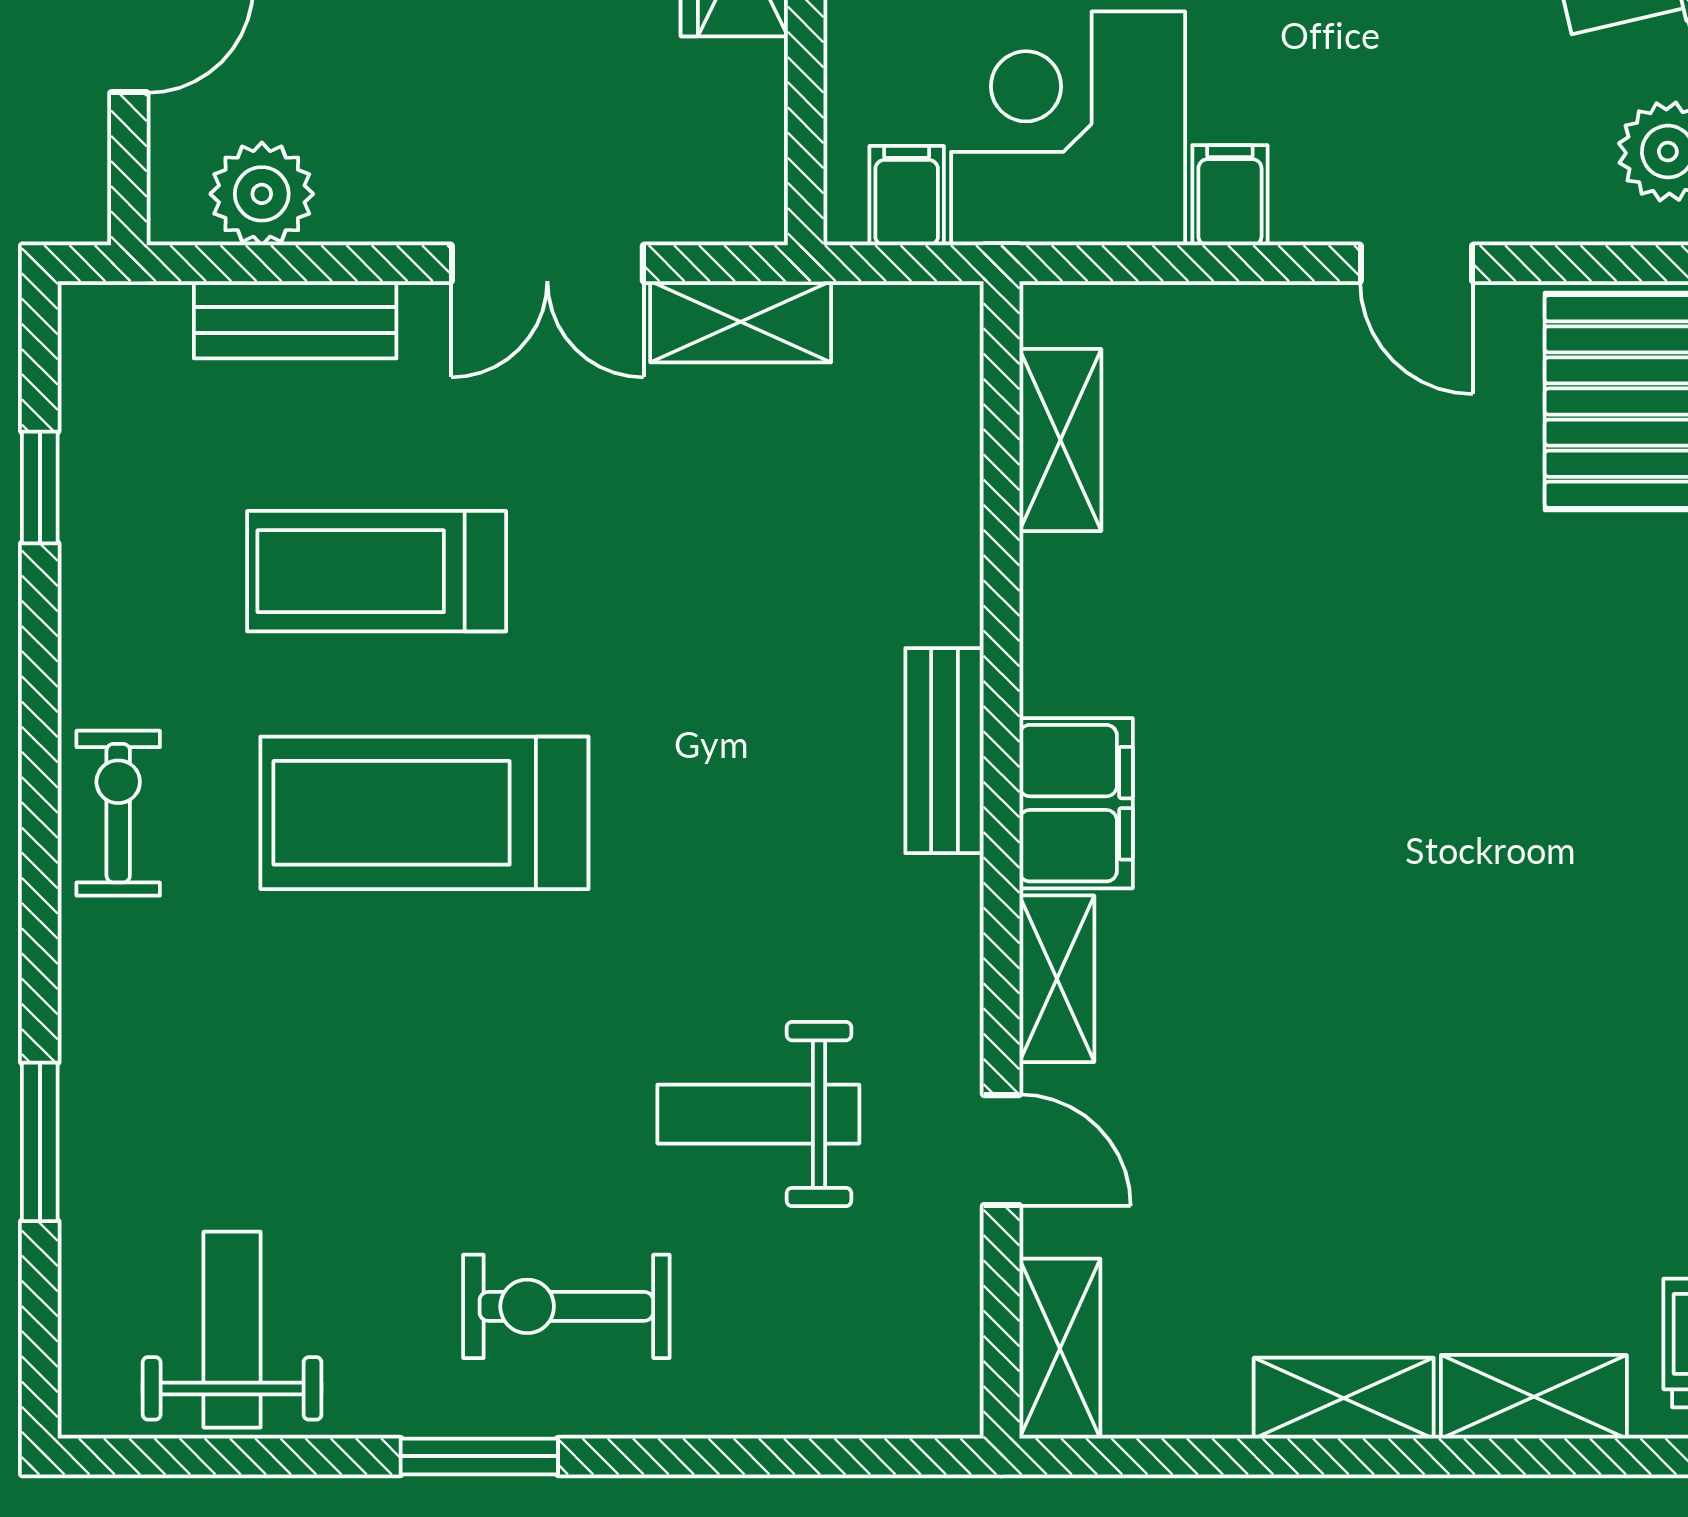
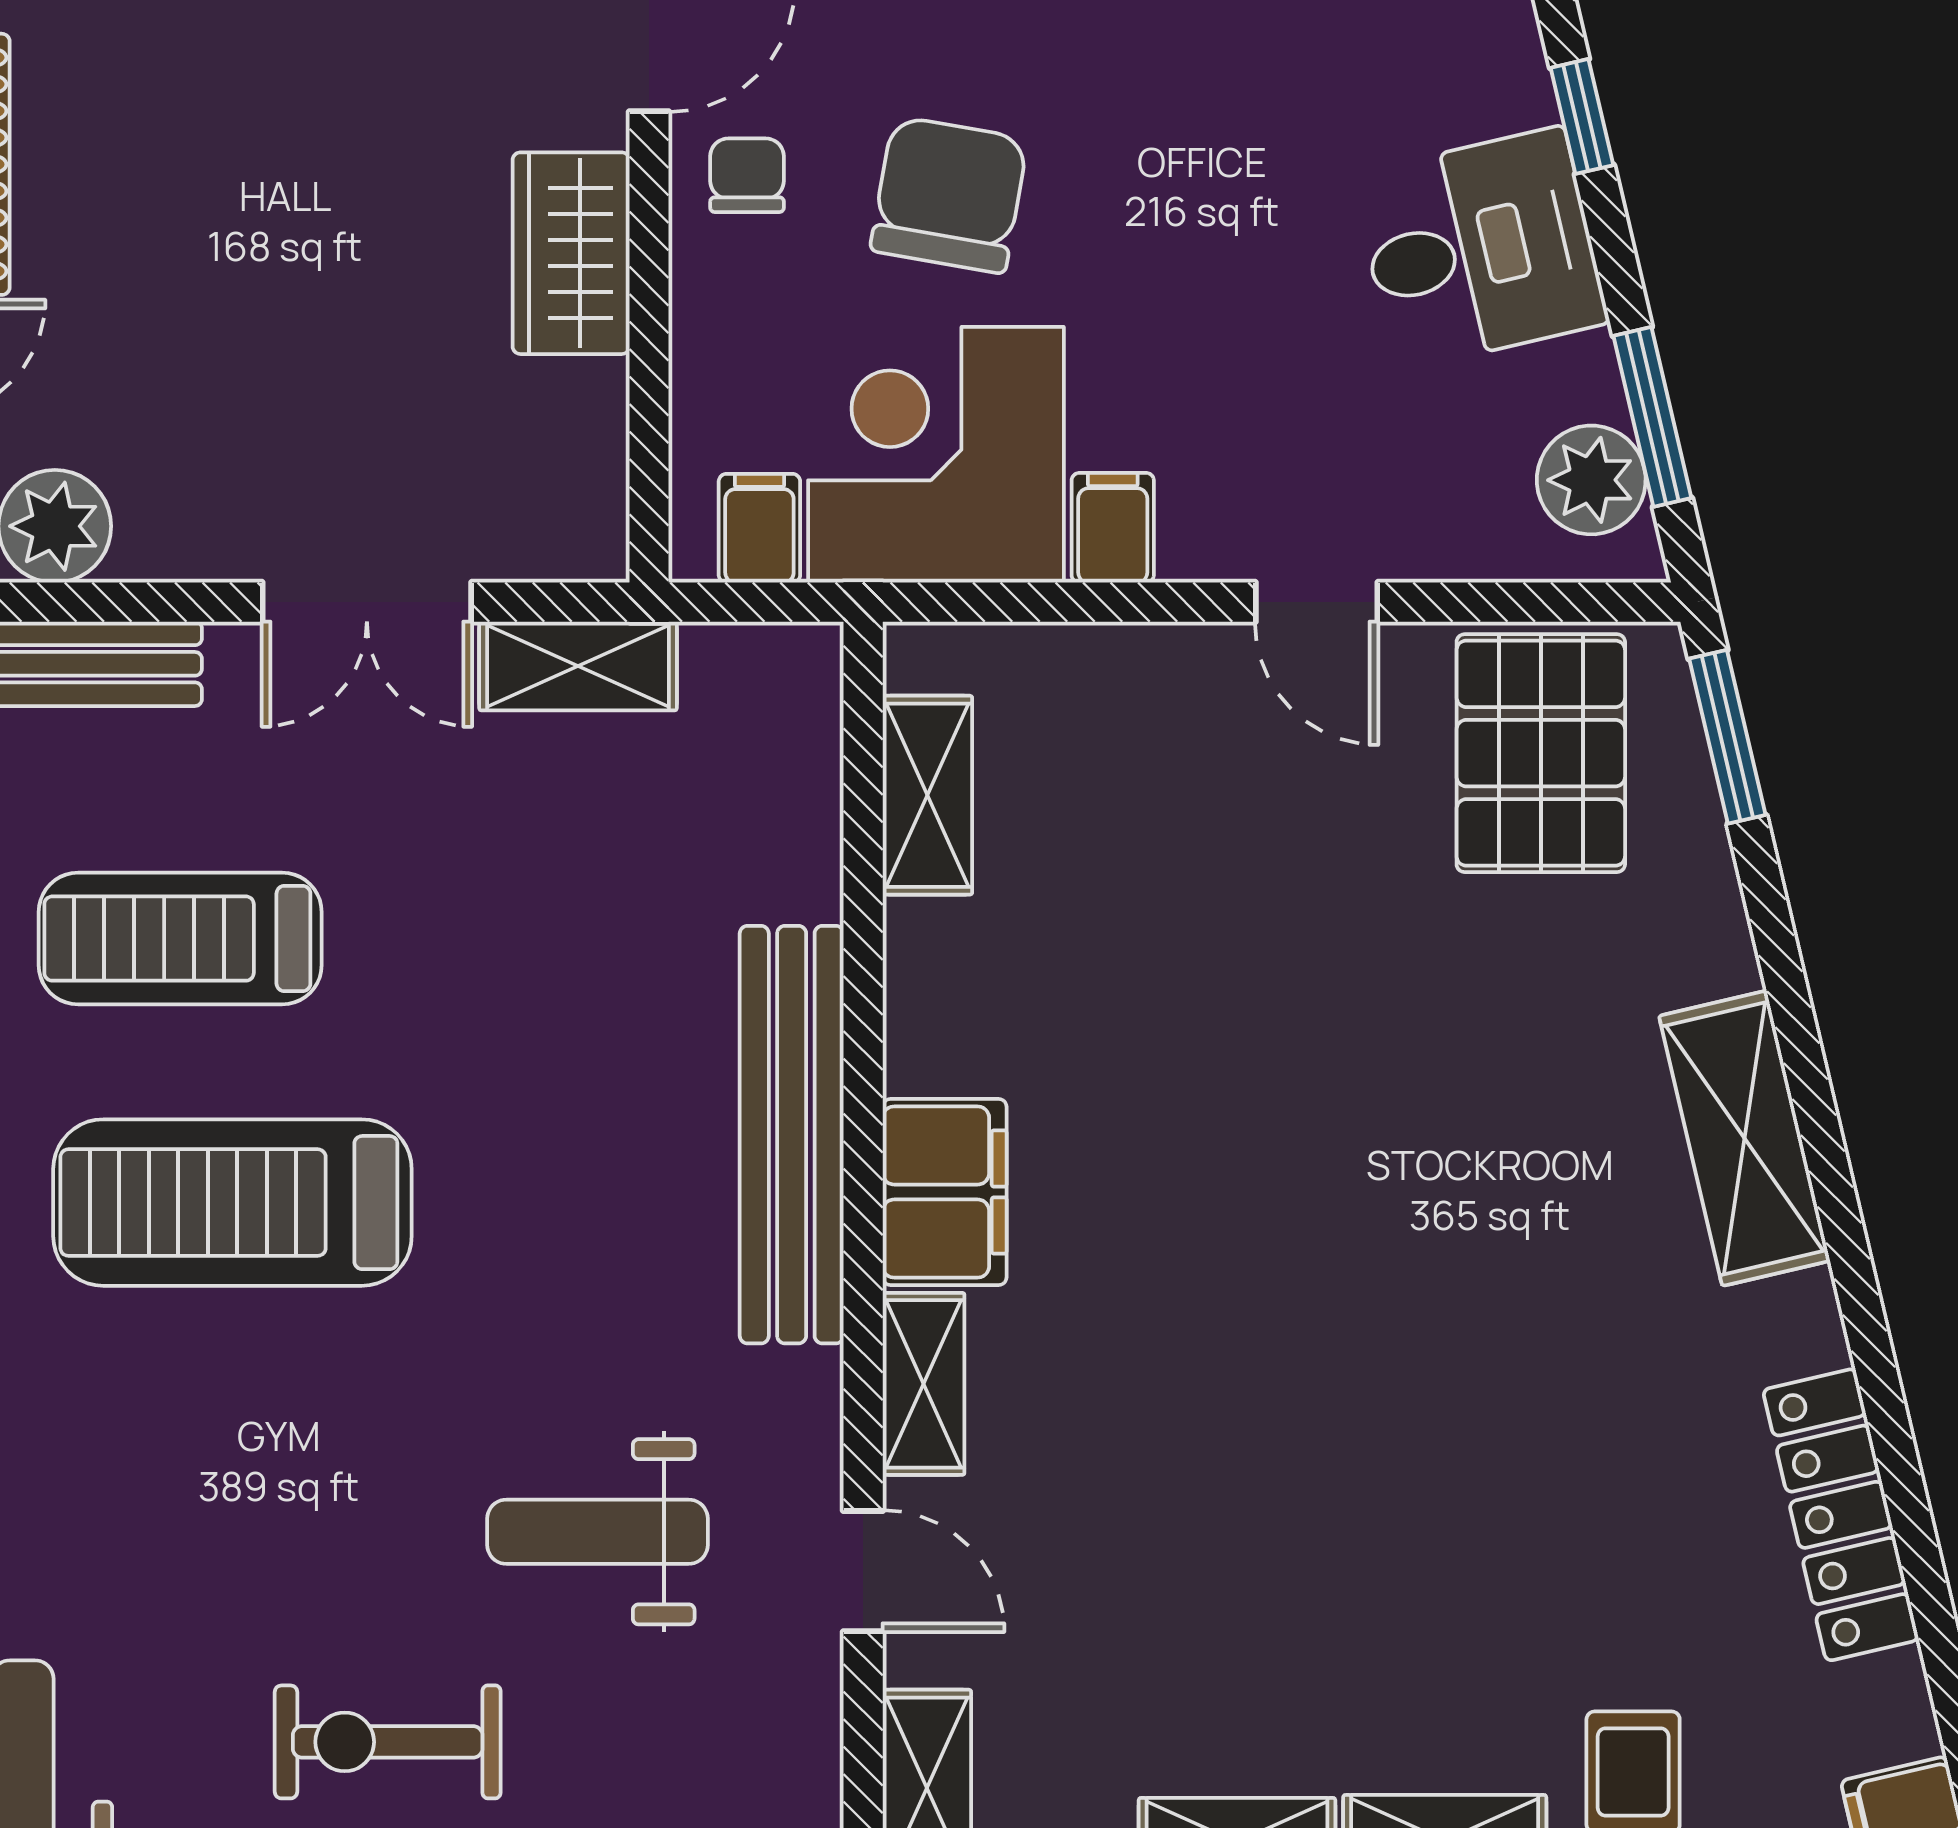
bench: (945, 751) -> (792, 1135), width x1.86, depth x1.21

